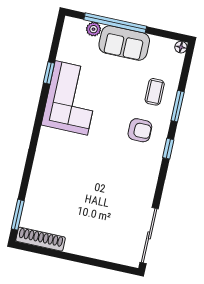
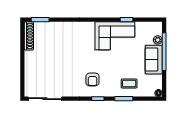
armchair: (140, 130) -> (93, 79), moved

